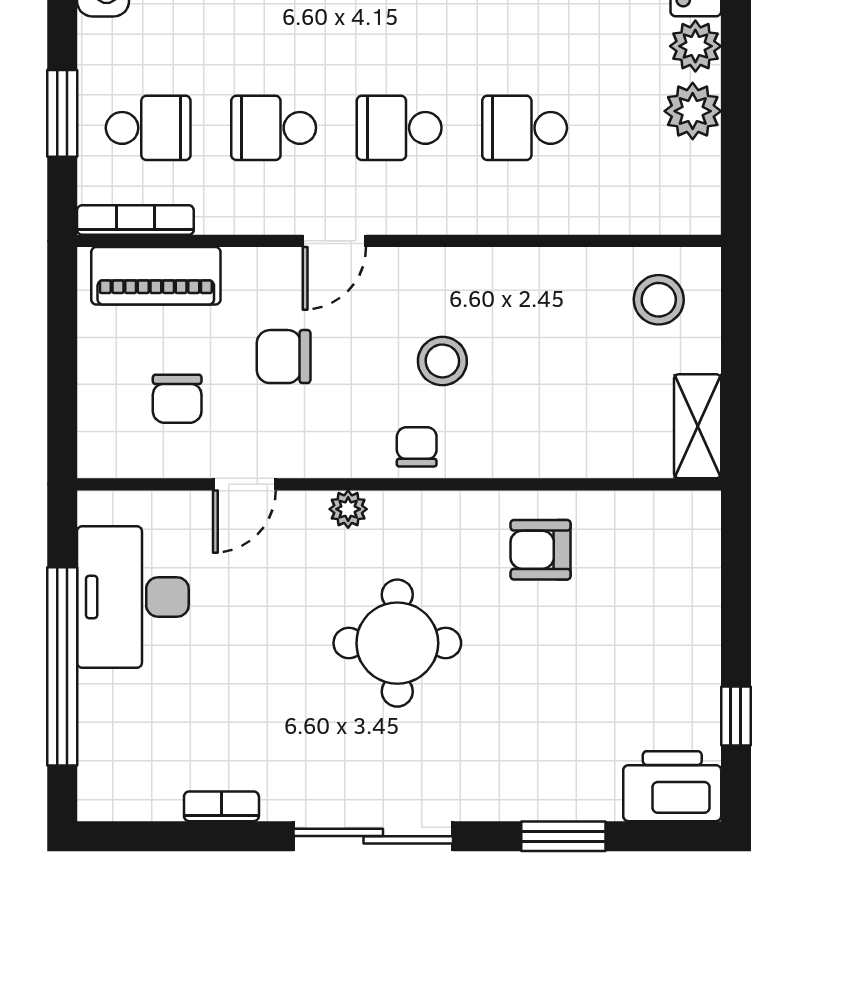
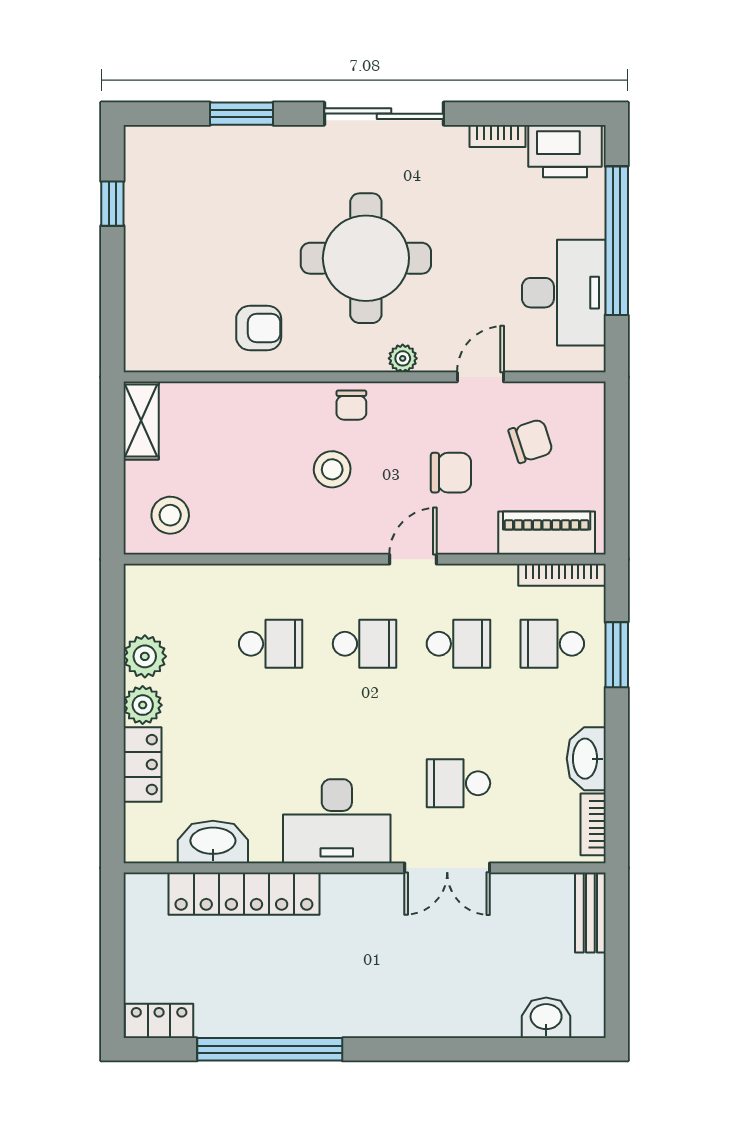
chair: (177, 399) -> (531, 441), turned 72
round table: (397, 643) -> (366, 258), width x1.36, depth x1.36
printer: (672, 786) -> (565, 151), moved

